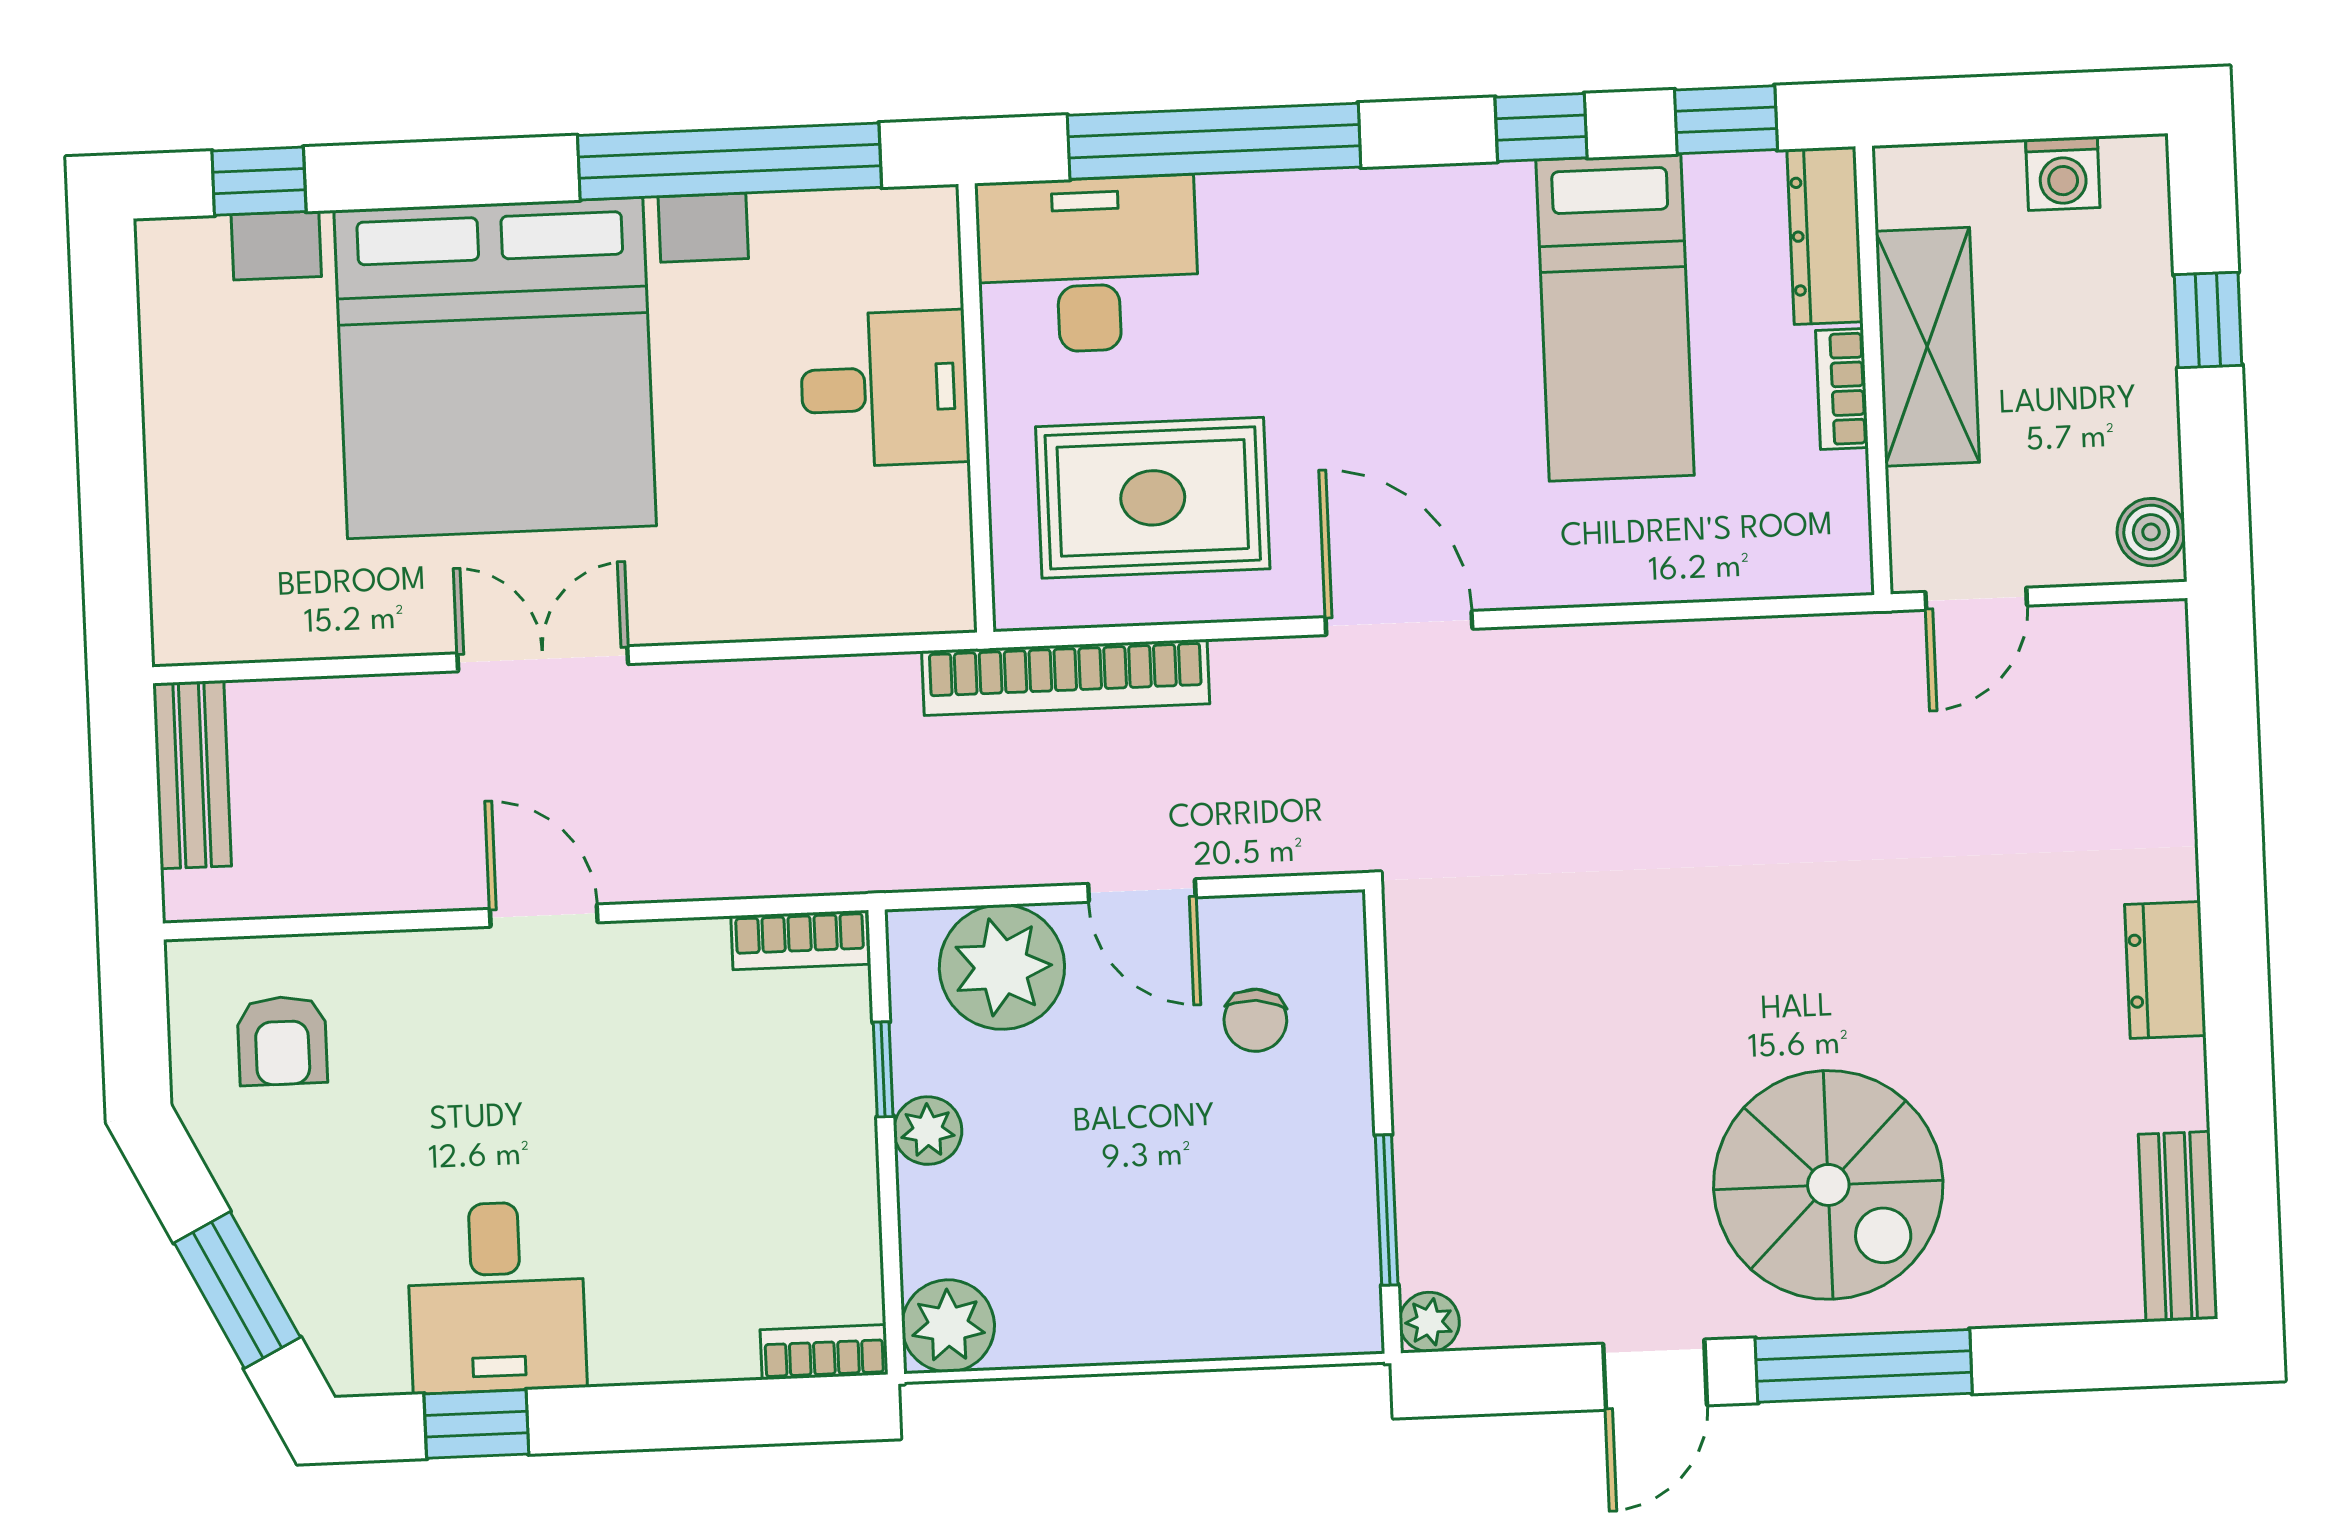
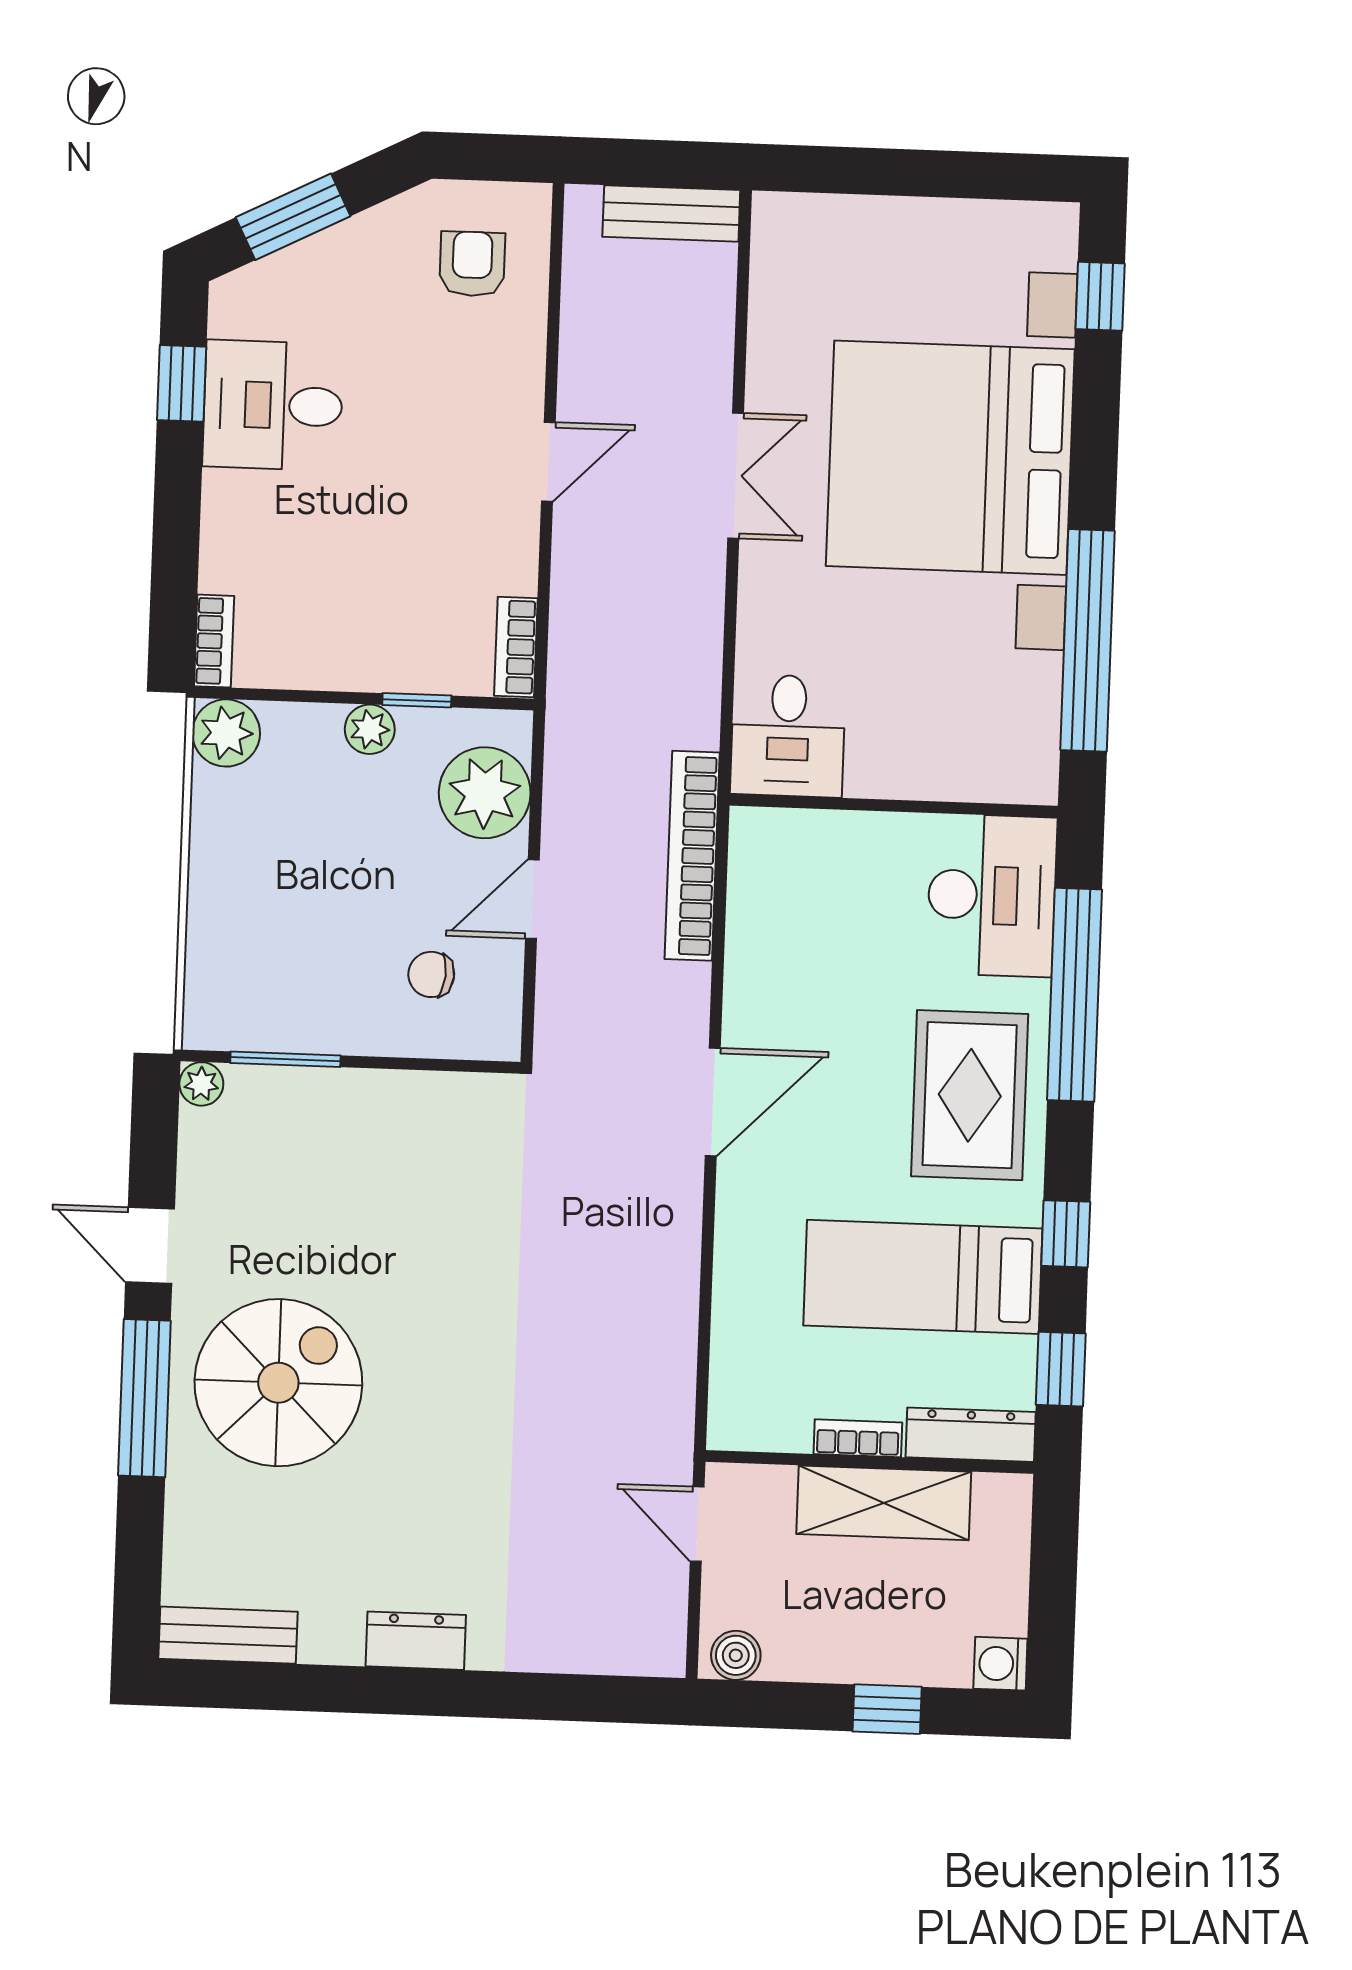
washing machine: (2063, 173) -> (1000, 1664), moved
desk: (884, 389) -> (788, 736), moved
rug: (1153, 498) -> (970, 1095), moved
armchair: (282, 1041) -> (472, 264), turned 90
spiral stairs: (1828, 1185) -> (278, 1383), turned 180

